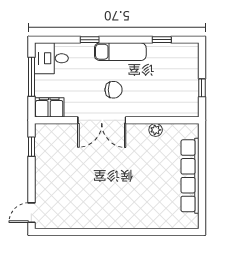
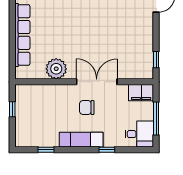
plant: (156, 130) -> (56, 69), width x1.88, depth x1.88

